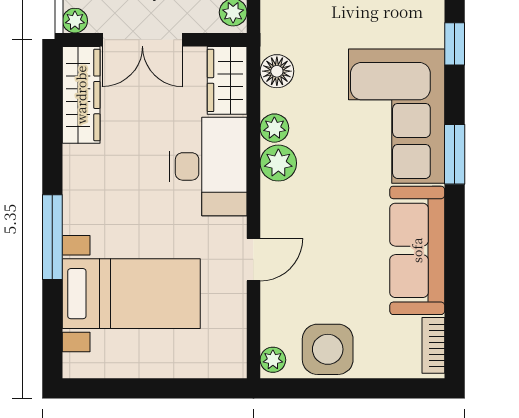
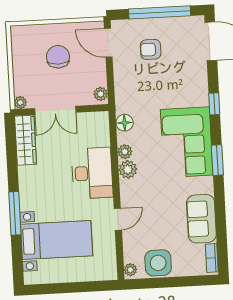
wardrobe: (227, 80) -> (99, 129), removed
sofa: (417, 250) -> (201, 219), width x0.73

